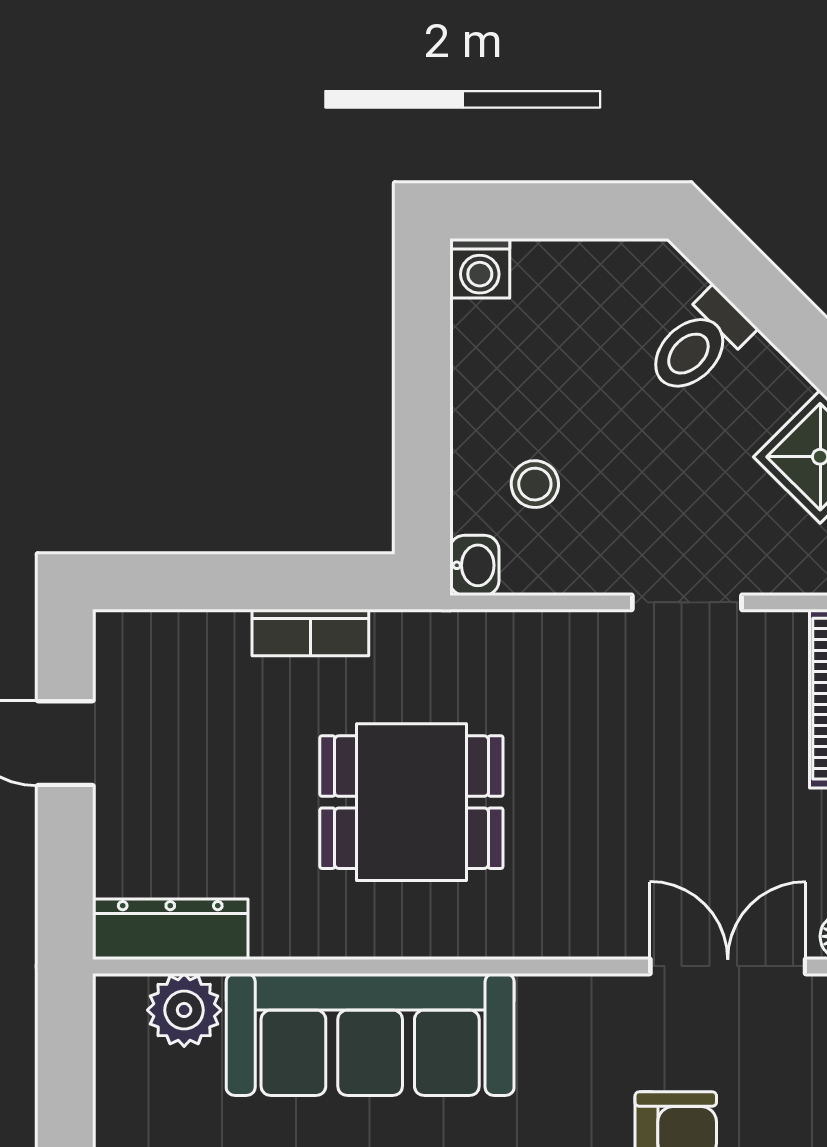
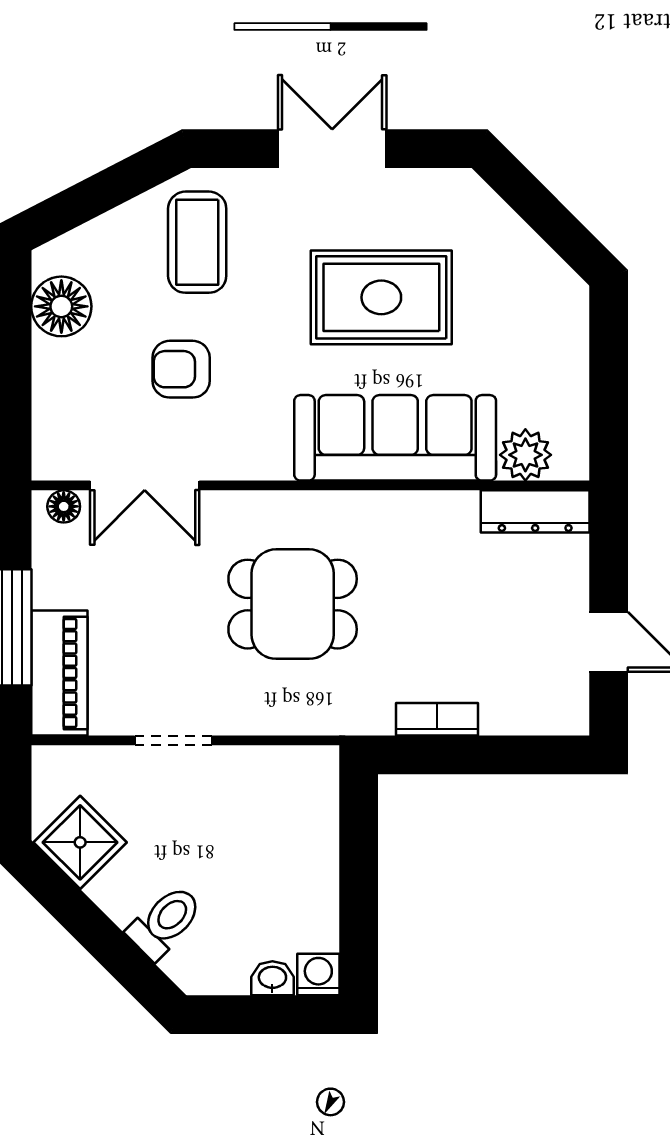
stool: (535, 484) -> (280, 823), removed
washbasin: (474, 565) -> (272, 978), moved, turned 90
dining table: (411, 802) -> (293, 604), moved

